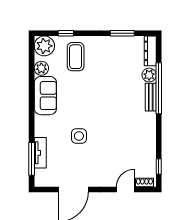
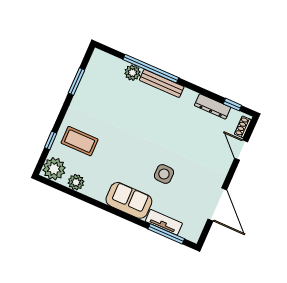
dresser: (150, 51) -> (213, 106), moved
sofa: (45, 96) -> (129, 200), moved
bench: (151, 97) -> (162, 83), width x1.36

